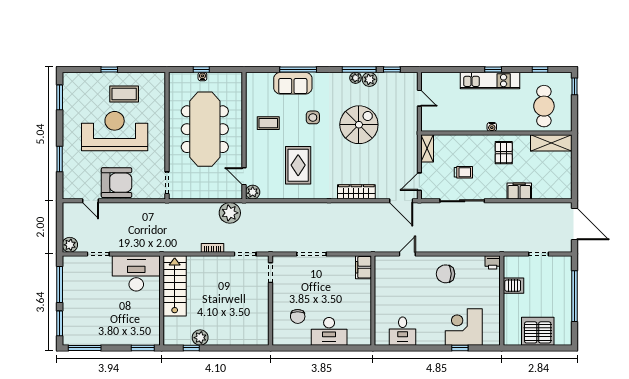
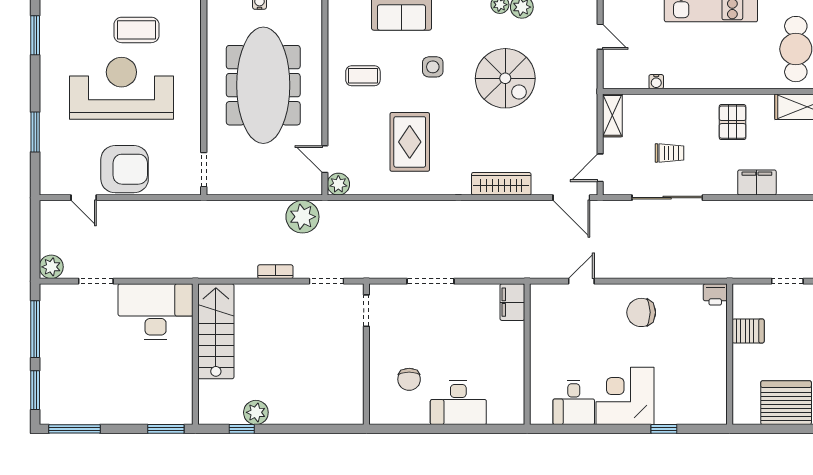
spiral stairs: (359, 125) -> (505, 78), turned 90
water cooler: (492, 127) -> (656, 82), moved
corner desk: (464, 327) -> (625, 396), moved

